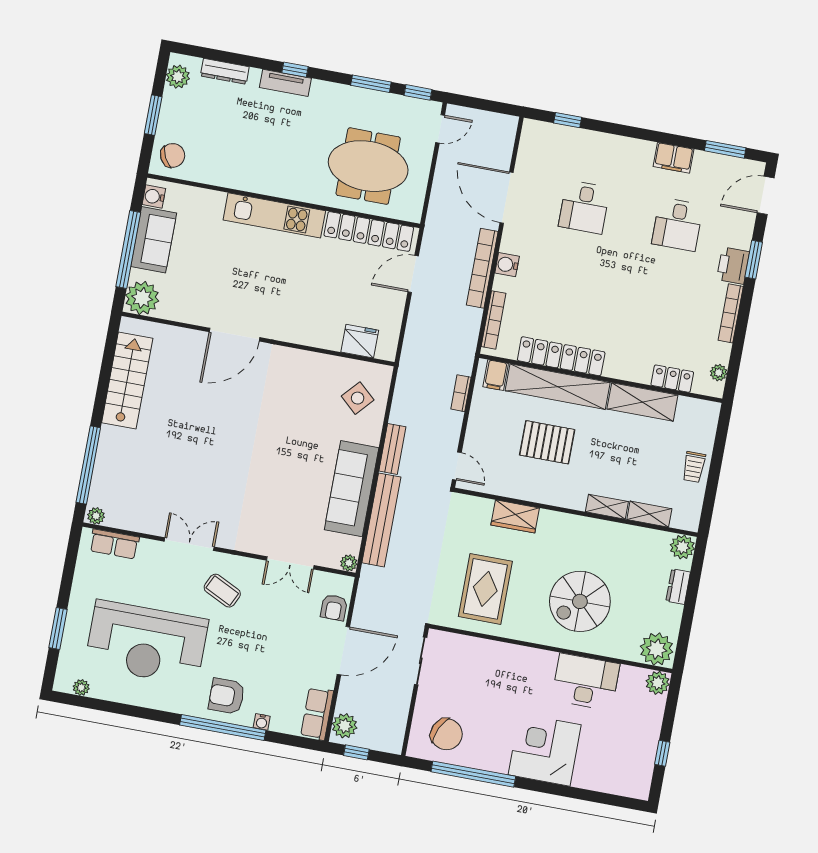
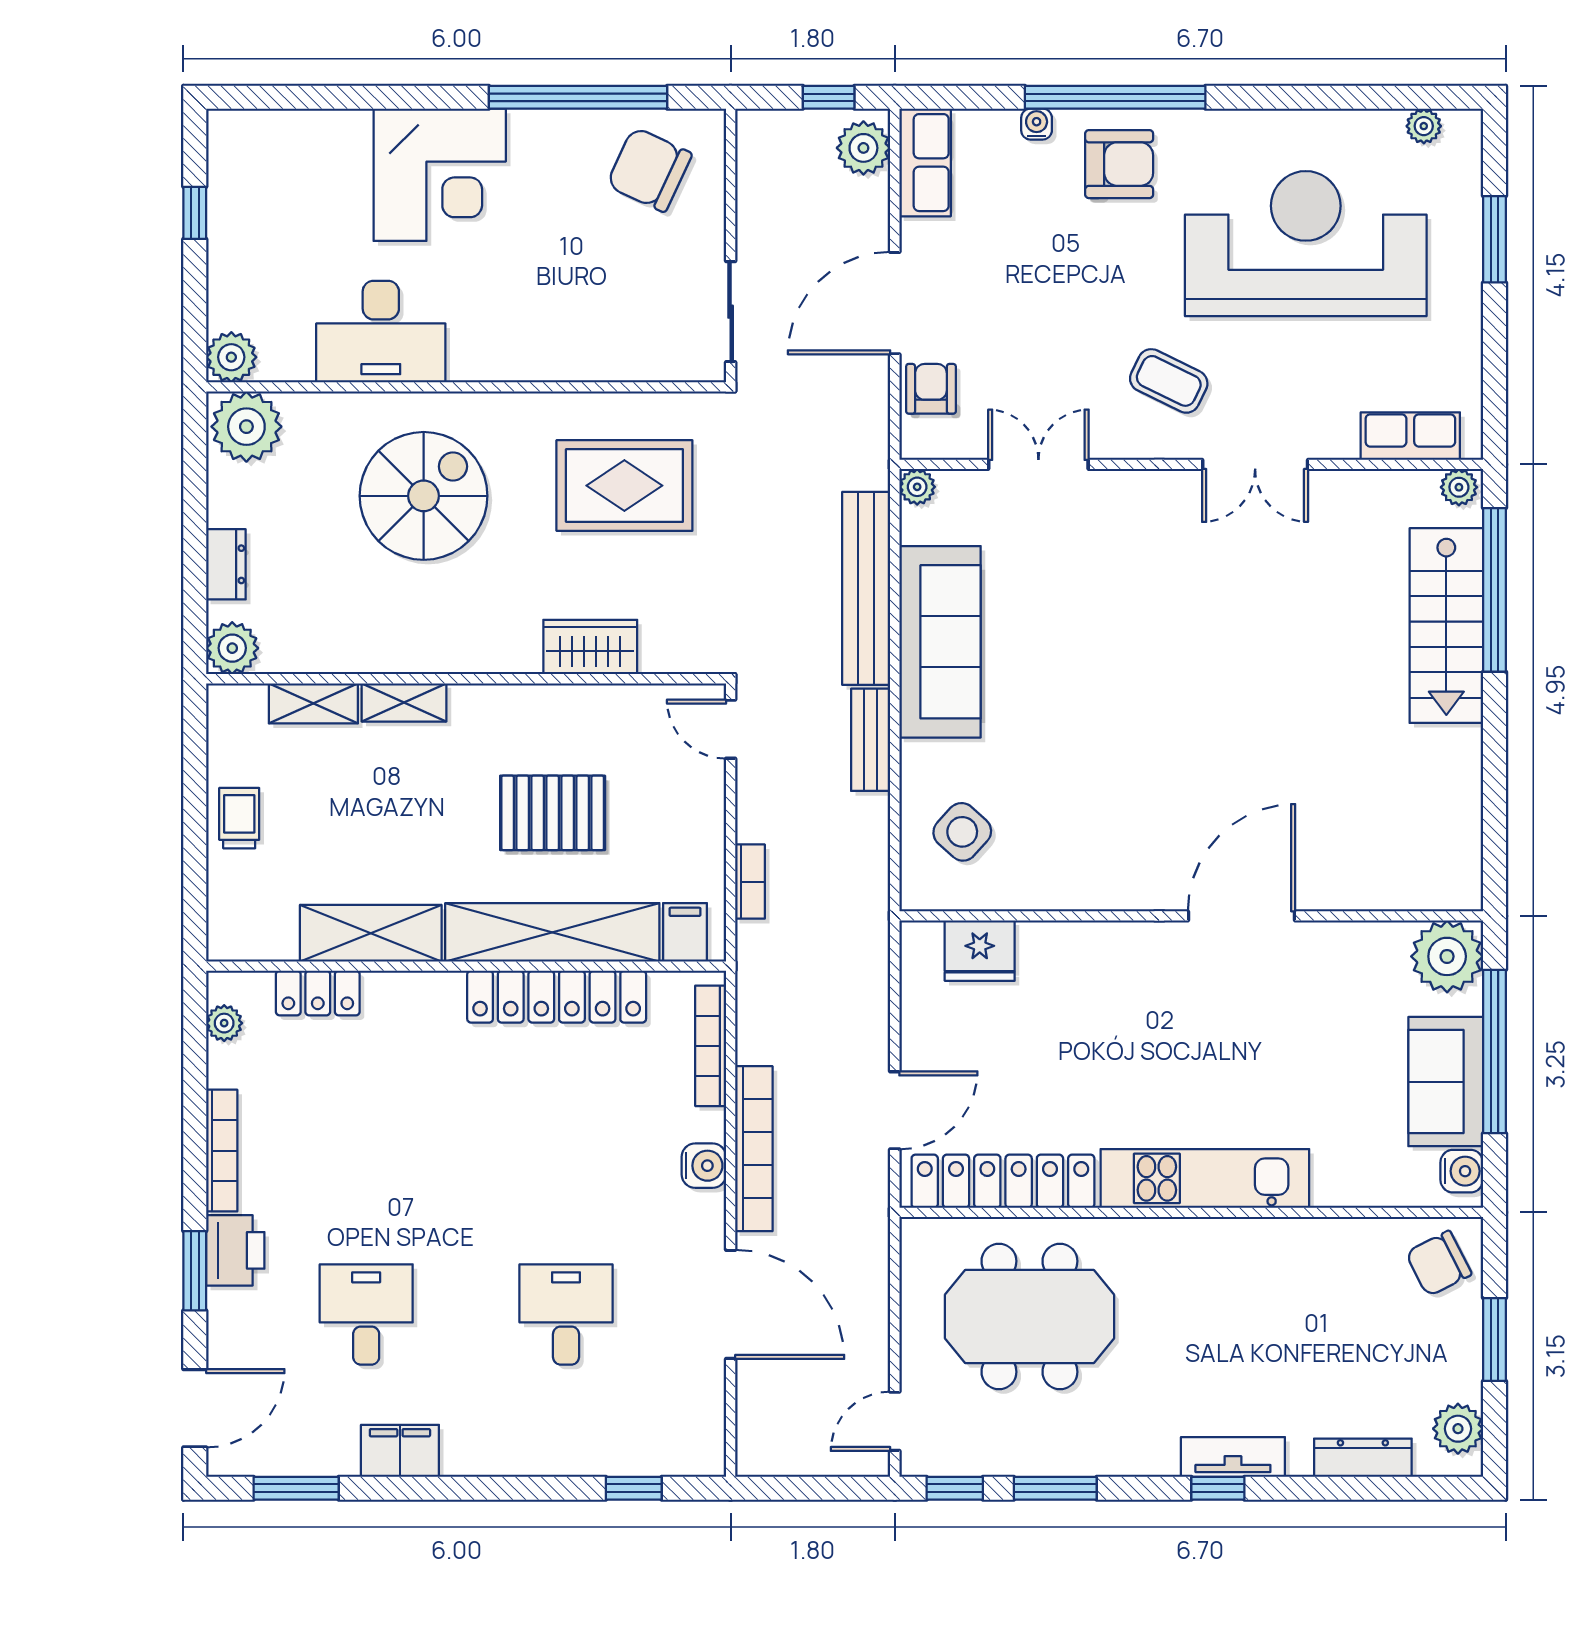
stairs: (127, 381) -> (1446, 626), moved
rug: (485, 589) -> (624, 486), turned 90

